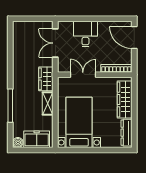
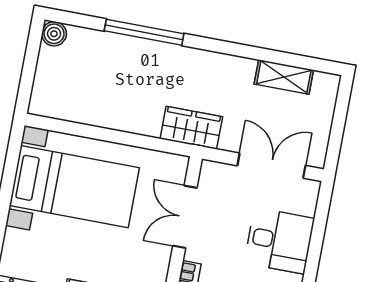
double door: (83, 75) -> (185, 217), swing flipped
shelving: (48, 103) -> (284, 77), moved
freezer: (37, 139) -> (53, 80), removed

